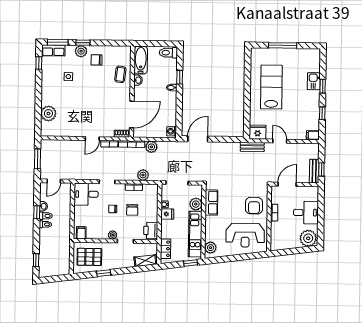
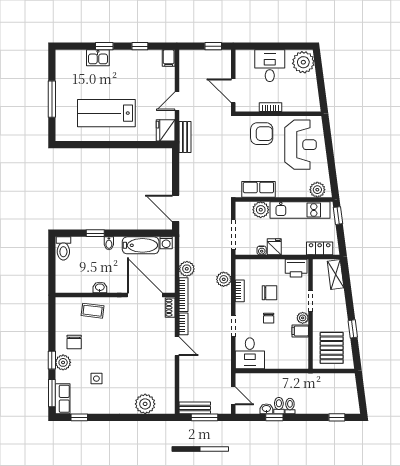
bathtub: (141, 60) -> (141, 245), moved, turned 180
bench: (314, 171) -> (195, 408), moved
filing cabinet: (81, 233) -> (300, 331), moved

